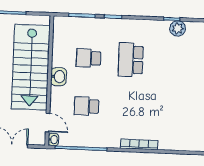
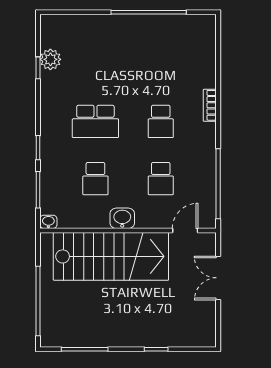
school desk: (129, 108) -> (161, 121), added
washbasin: (53, 140) -> (48, 222), moved
bookcase: (139, 144) -> (210, 105), width x0.64

